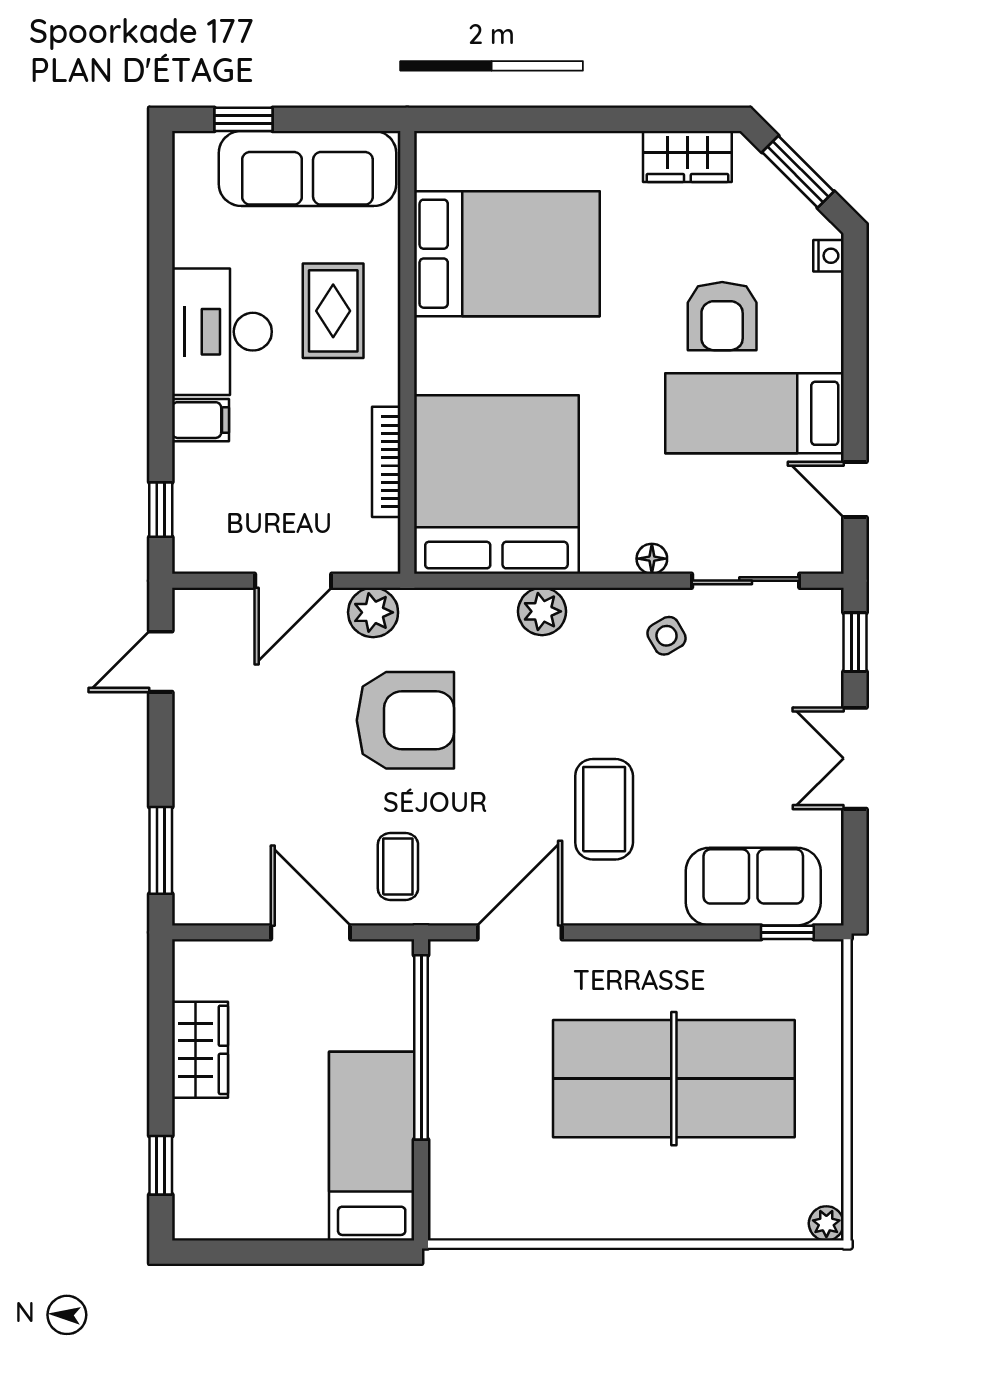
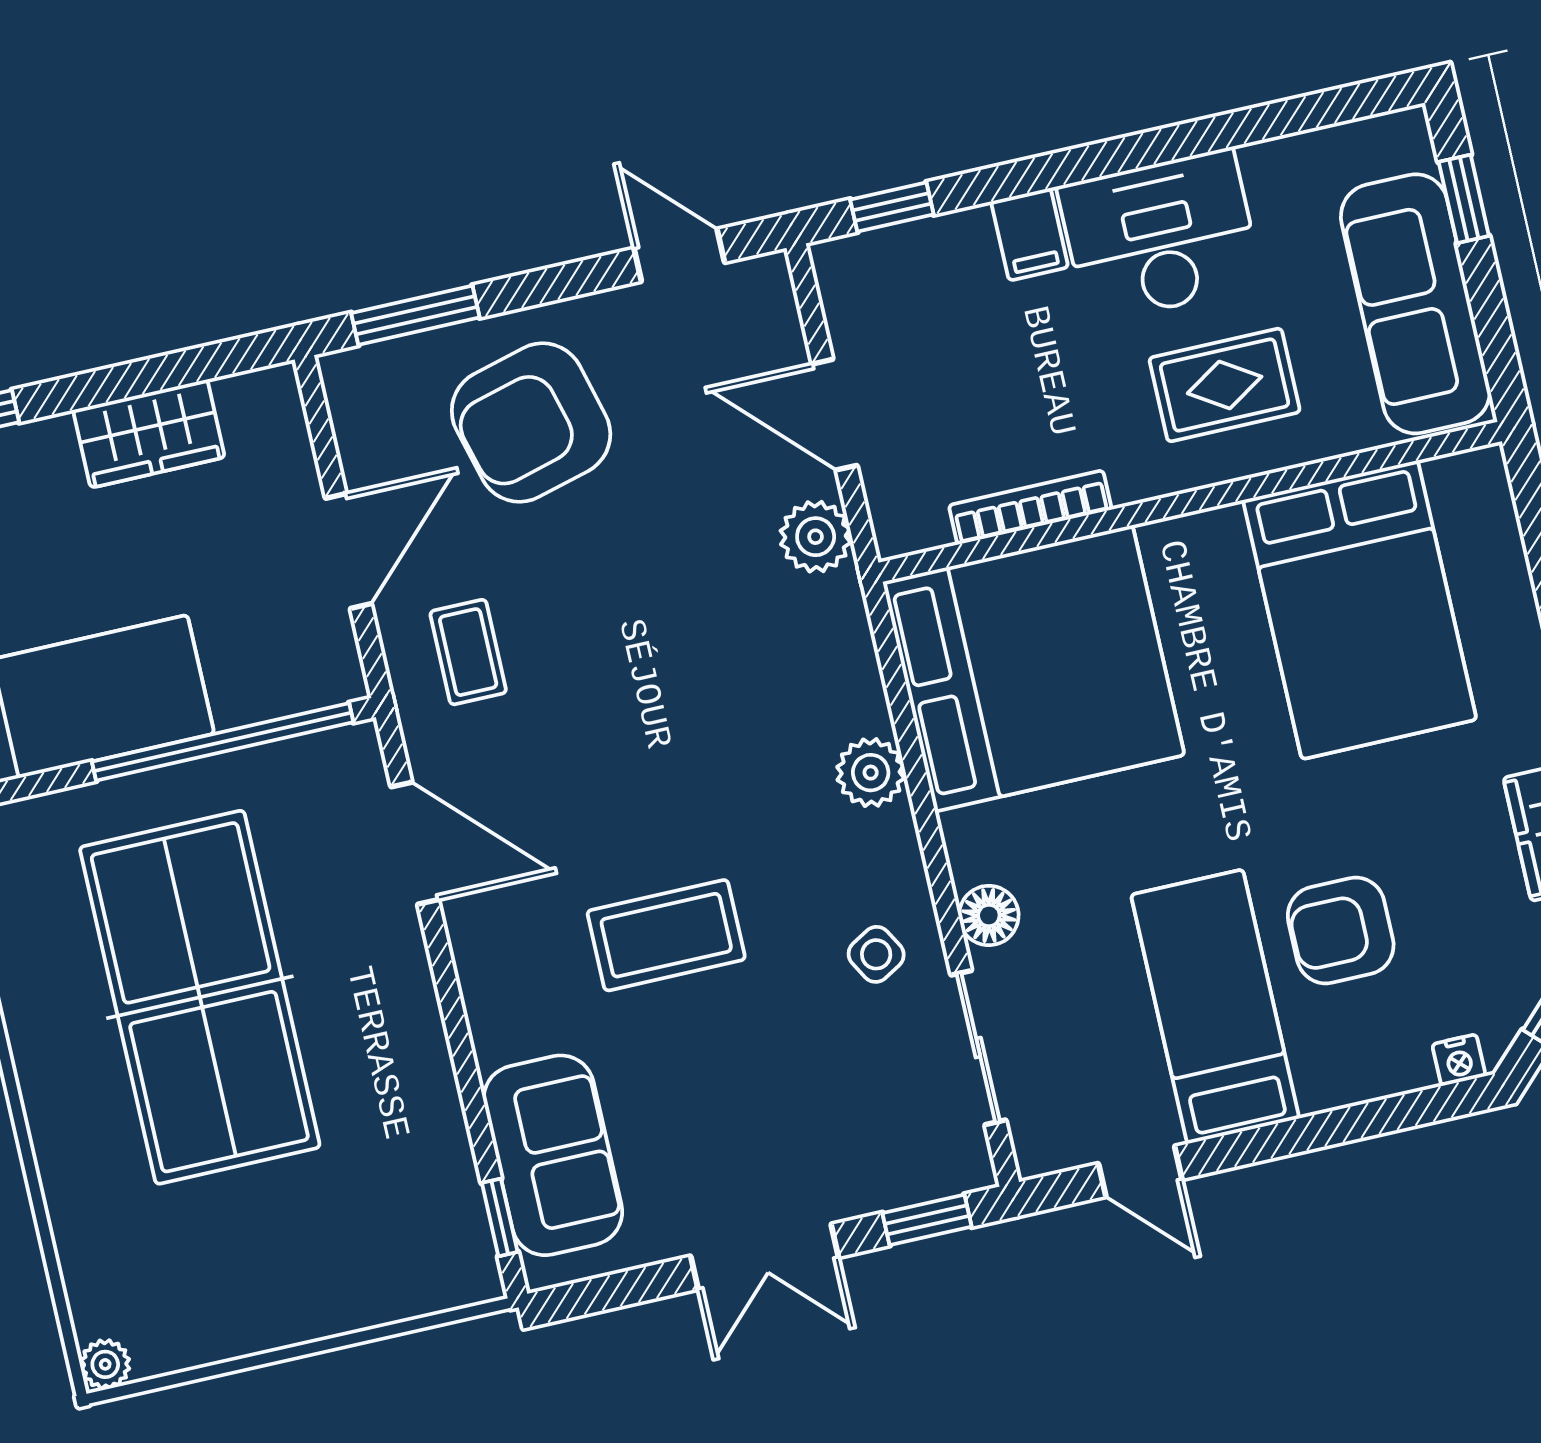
door: (855, 490) -> (1140, 1171), swing flipped
floor lamp: (652, 559) -> (989, 915), width x1.37, depth x1.37
armchair: (405, 720) -> (531, 422), moved, turned 75
double door: (855, 758) -> (765, 1257), swing flipped
coffee table: (604, 809) -> (666, 935), moved
coffee table: (398, 867) -> (468, 652), turned 90
table tennis table: (674, 1079) -> (200, 997), moved

